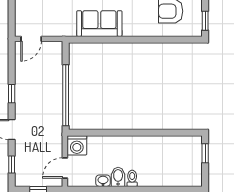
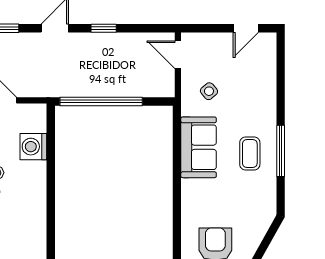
side table: (58, 16) -> (209, 91), added
washing machine: (77, 145) -> (33, 147), moved

